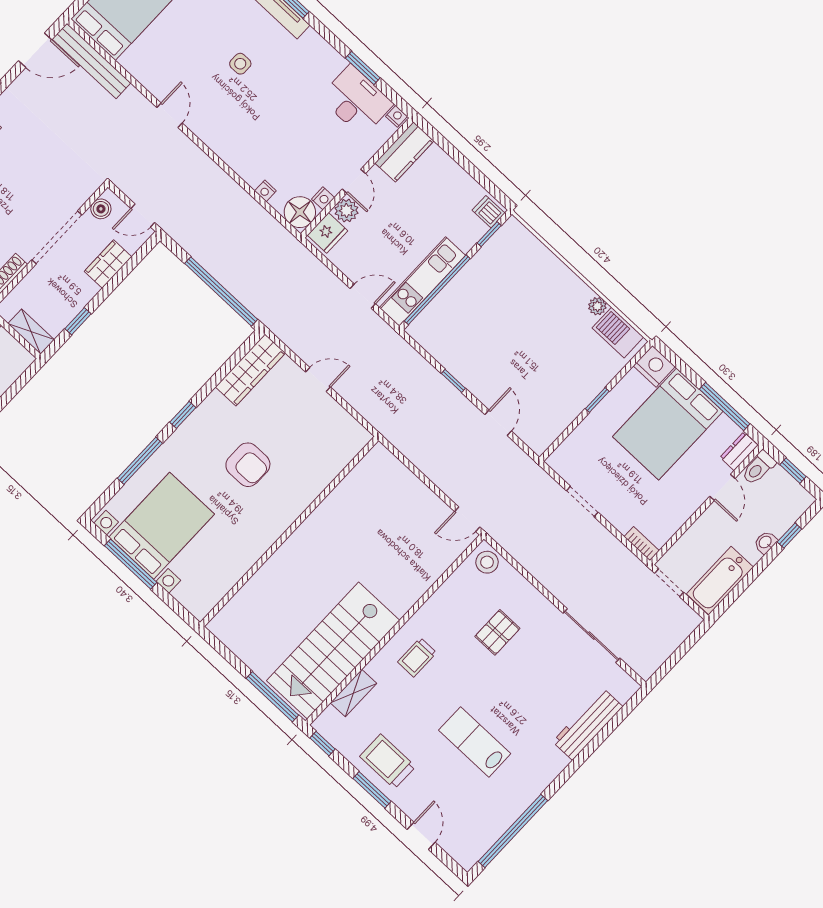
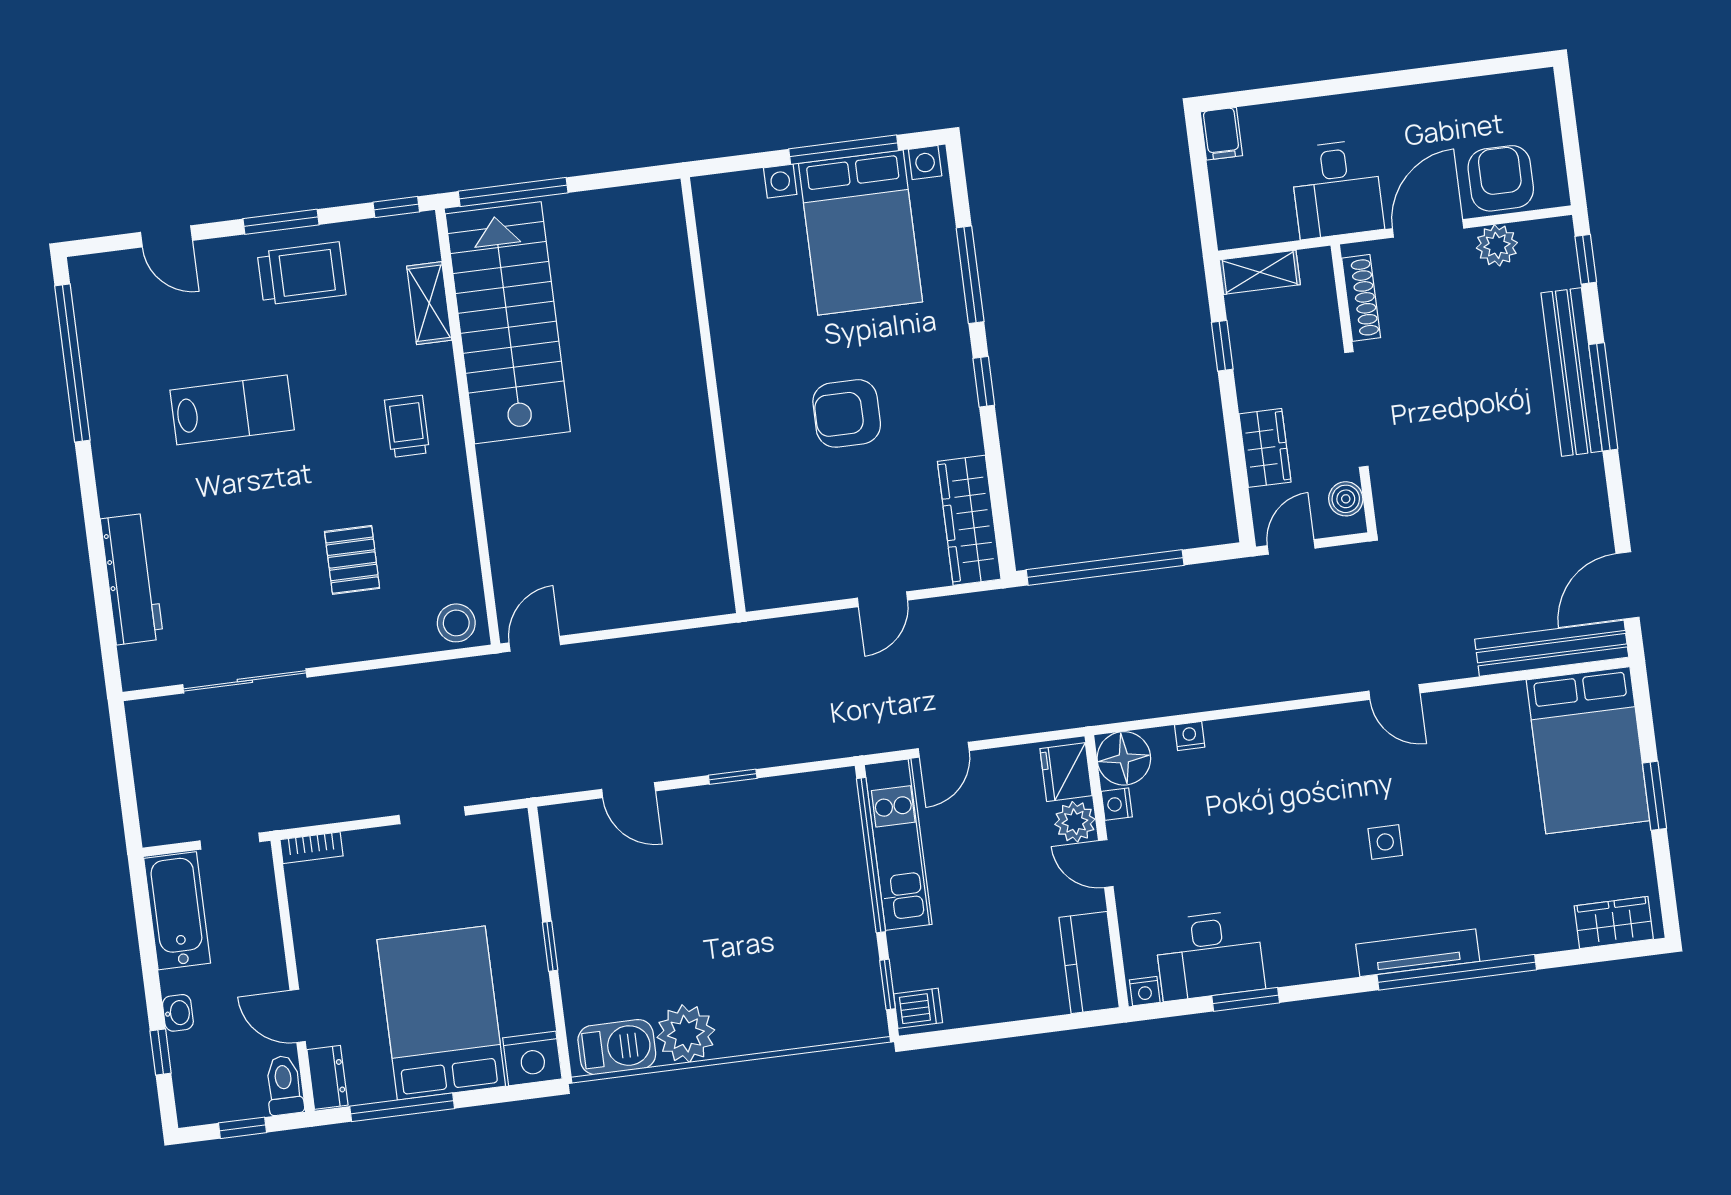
plant: (597, 306) -> (686, 1034), width x1.87, depth x1.87

